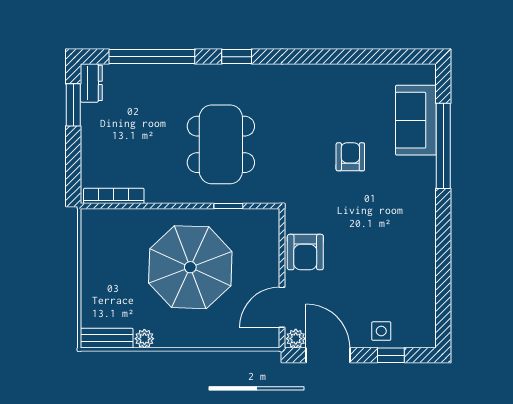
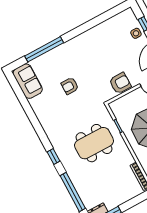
sofa: (416, 120) -> (28, 81), moved, turned -90

